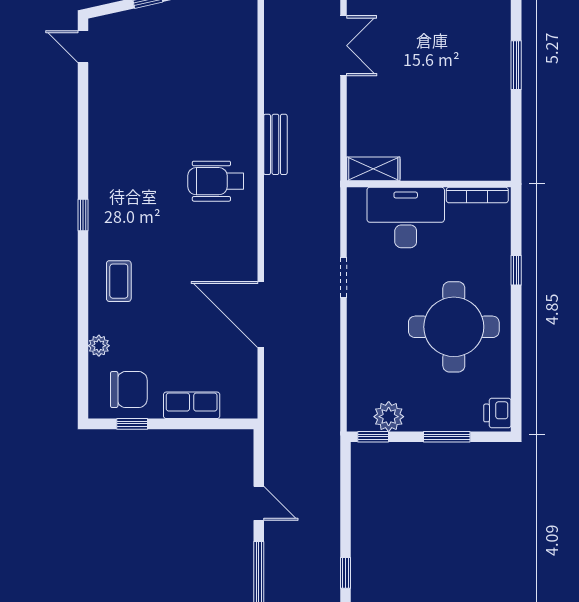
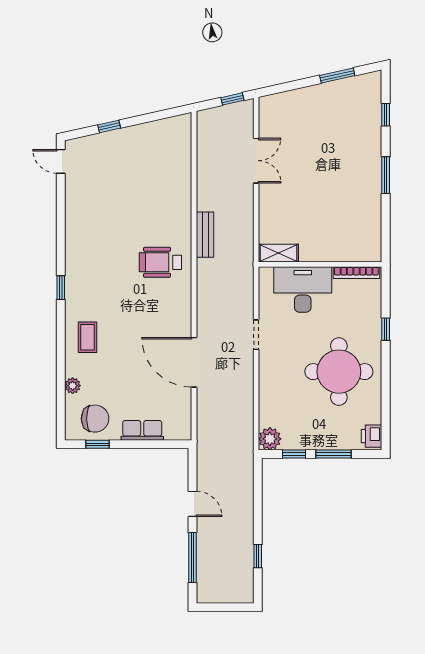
plant: (389, 417) -> (270, 439), moved
window: (373, 437) -> (294, 454), moved

